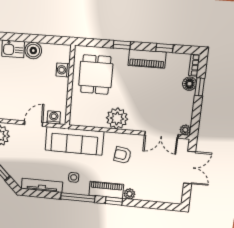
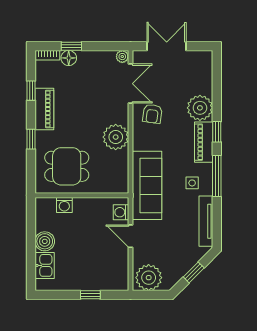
armchair: (122, 155) -> (152, 114), moved
plant: (129, 194) -> (200, 108), width x1.87, depth x1.87

